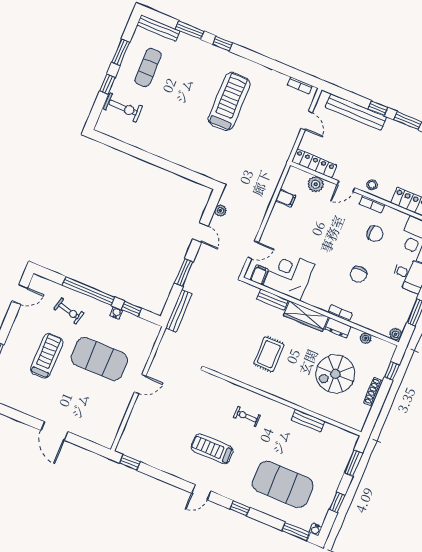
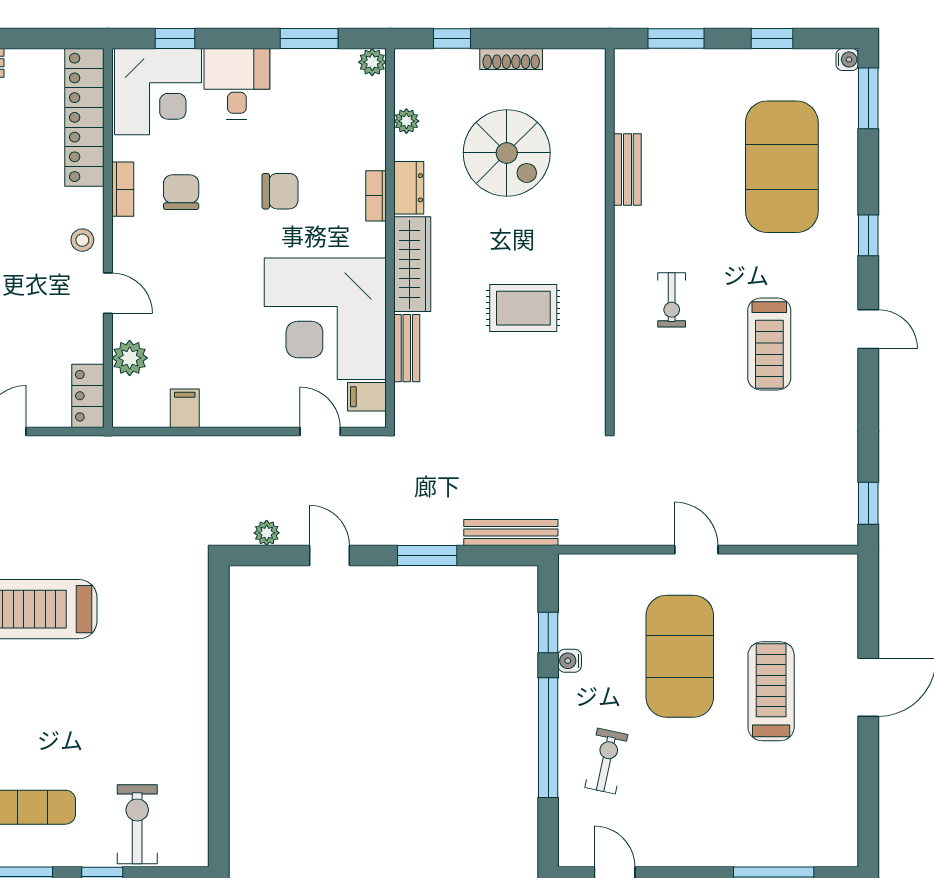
locker: (314, 163) -> (88, 396), width x0.66
bookcase: (372, 204) -> (123, 189), moved
door: (200, 232) -> (329, 555), hinge flipped
corner desk: (289, 275) -> (325, 319), width x1.36, depth x1.36
treadmill: (47, 356) -> (771, 691), moved, turned 90

